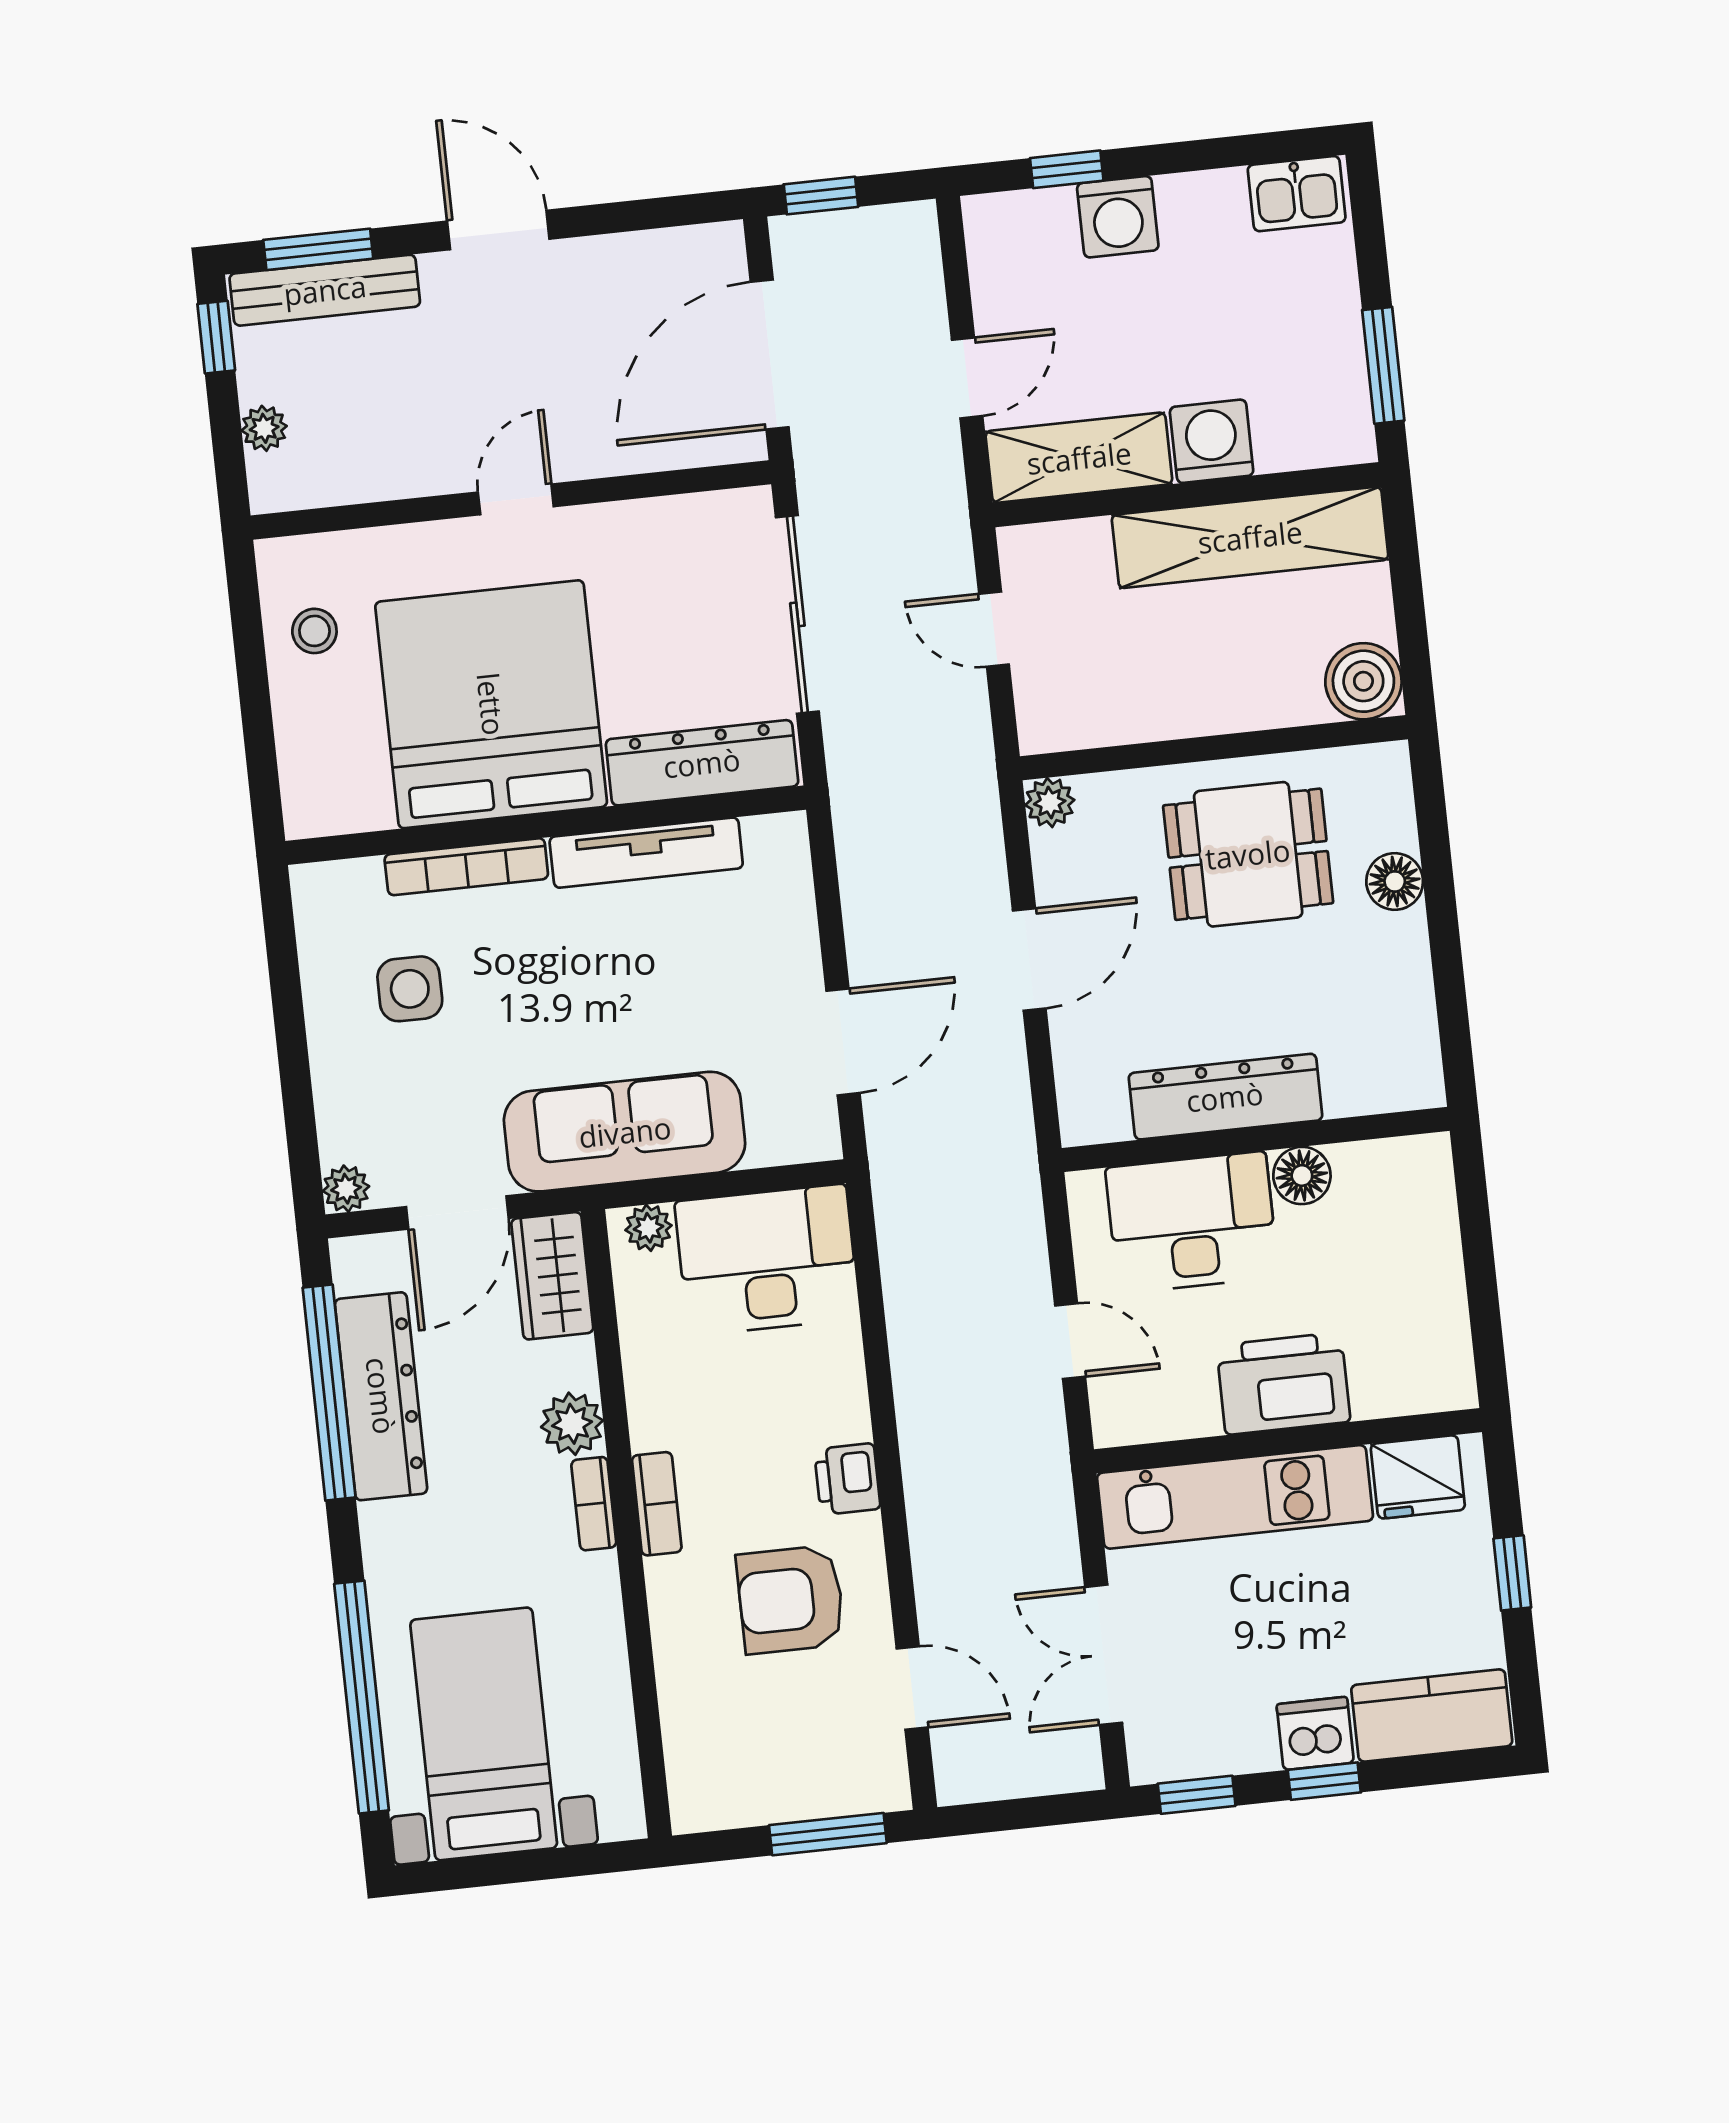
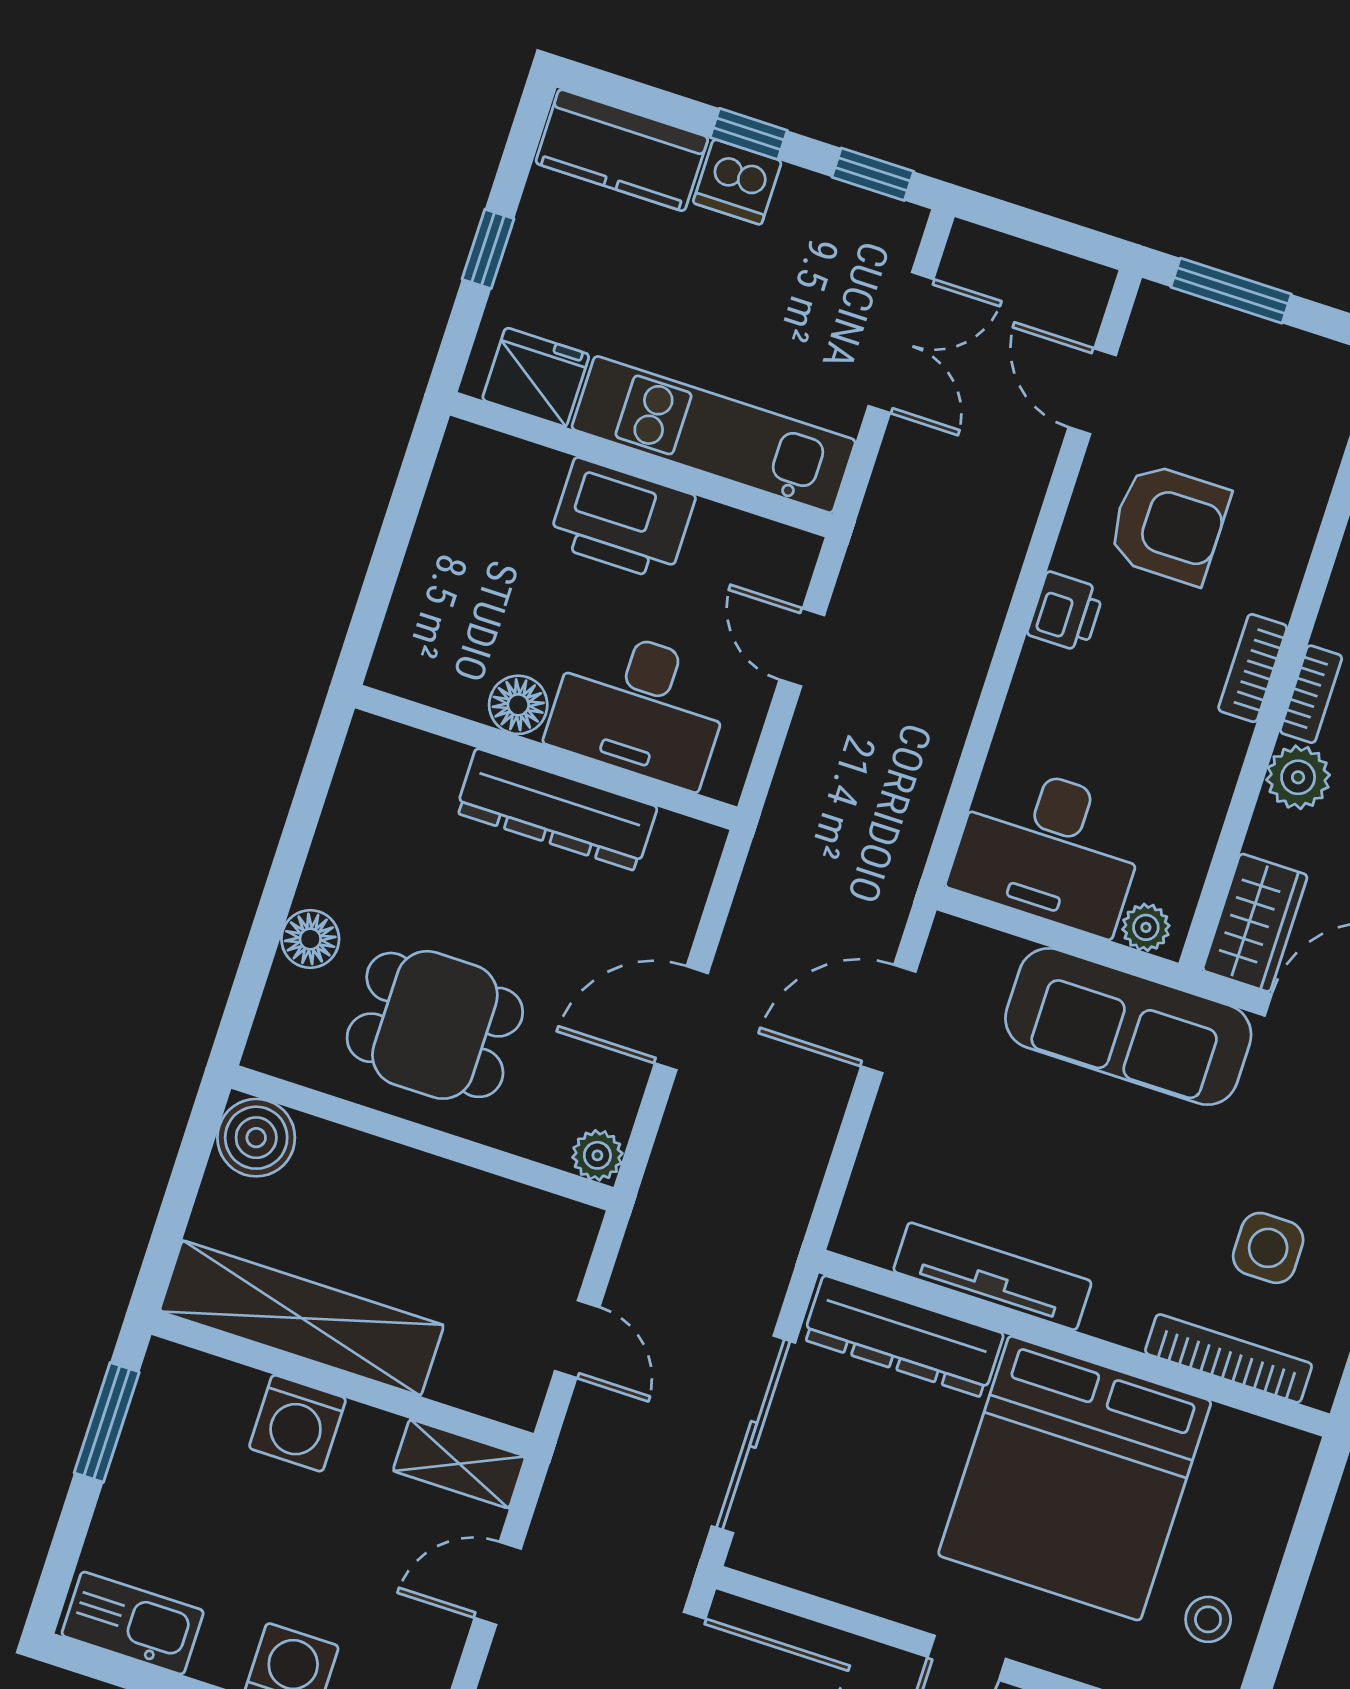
kitchen sink: (1297, 194) -> (133, 1623), width x1.38
shelving: (1079, 458) -> (459, 1464), width x0.67, depth x0.75
bookcase: (466, 867) -> (1228, 1358), moved

